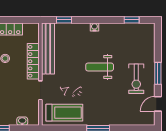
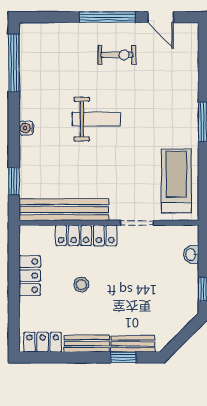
window: (132, 20) -> (14, 63), width x2.17
weight bench: (100, 67) -> (96, 119), turned -90
window: (158, 73) -> (107, 17), width x1.44
exercise bike: (136, 79) -> (117, 55), width x0.73, depth x0.72

